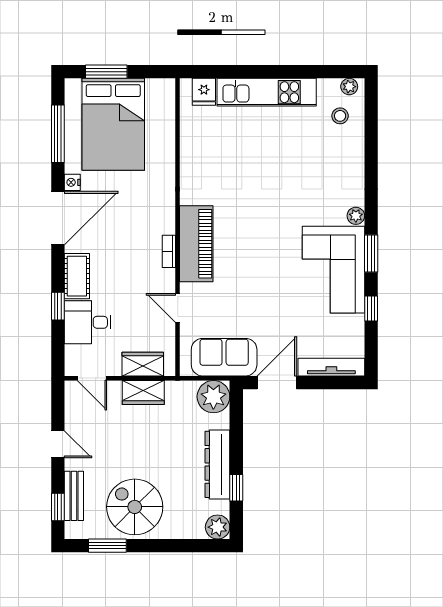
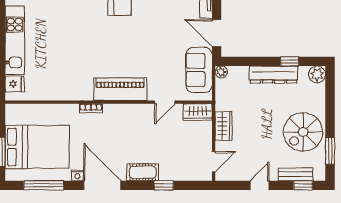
bookcase: (169, 251) -> (91, 108), moved
desk: (88, 322) -> (175, 165), removed
wardrobe: (143, 364) -> (198, 112), moved, turned -90
plant: (213, 397) -> (221, 72), width x0.53, depth x0.53

